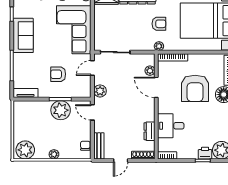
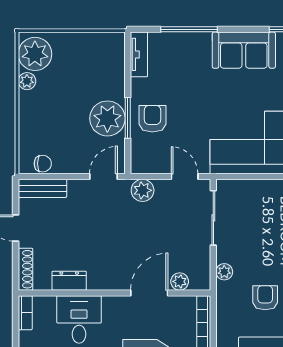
armchair: (159, 24) -> (265, 298), turned 180
plant: (159, 46) -> (224, 272), moved
armchair: (58, 74) -> (152, 119), moved
plant: (54, 154) -> (27, 81), moved

